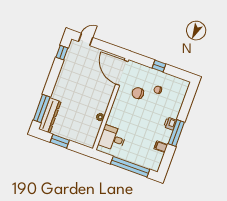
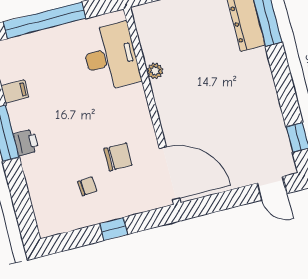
door: (86, 39) -> (272, 188), hinge flipped
desk: (112, 138) -> (111, 57), width x1.37

